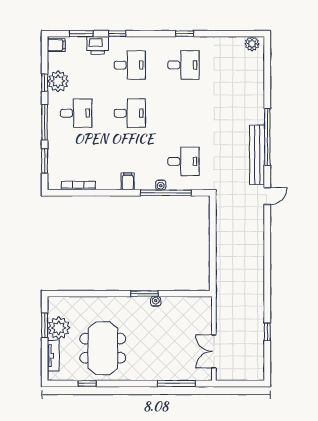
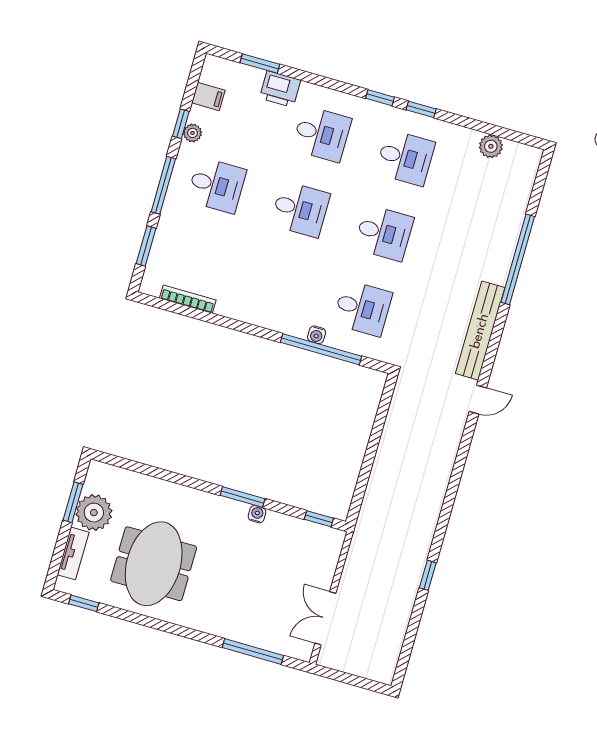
window: (117, 34) -> (380, 98), moved
plant: (252, 44) -> (491, 146), moved
filing cabinet: (56, 45) -> (208, 96), moved
plant: (58, 81) -> (193, 133), width x0.53, depth x0.53
desk: (183, 113) -> (384, 233), added
window: (267, 137) -> (518, 259), moved
filing cabinet: (128, 181) -> (267, 315), removed
window: (193, 294) -> (319, 519), added
window: (267, 332) -> (428, 575), moved
window: (87, 383) -> (84, 603), moved

